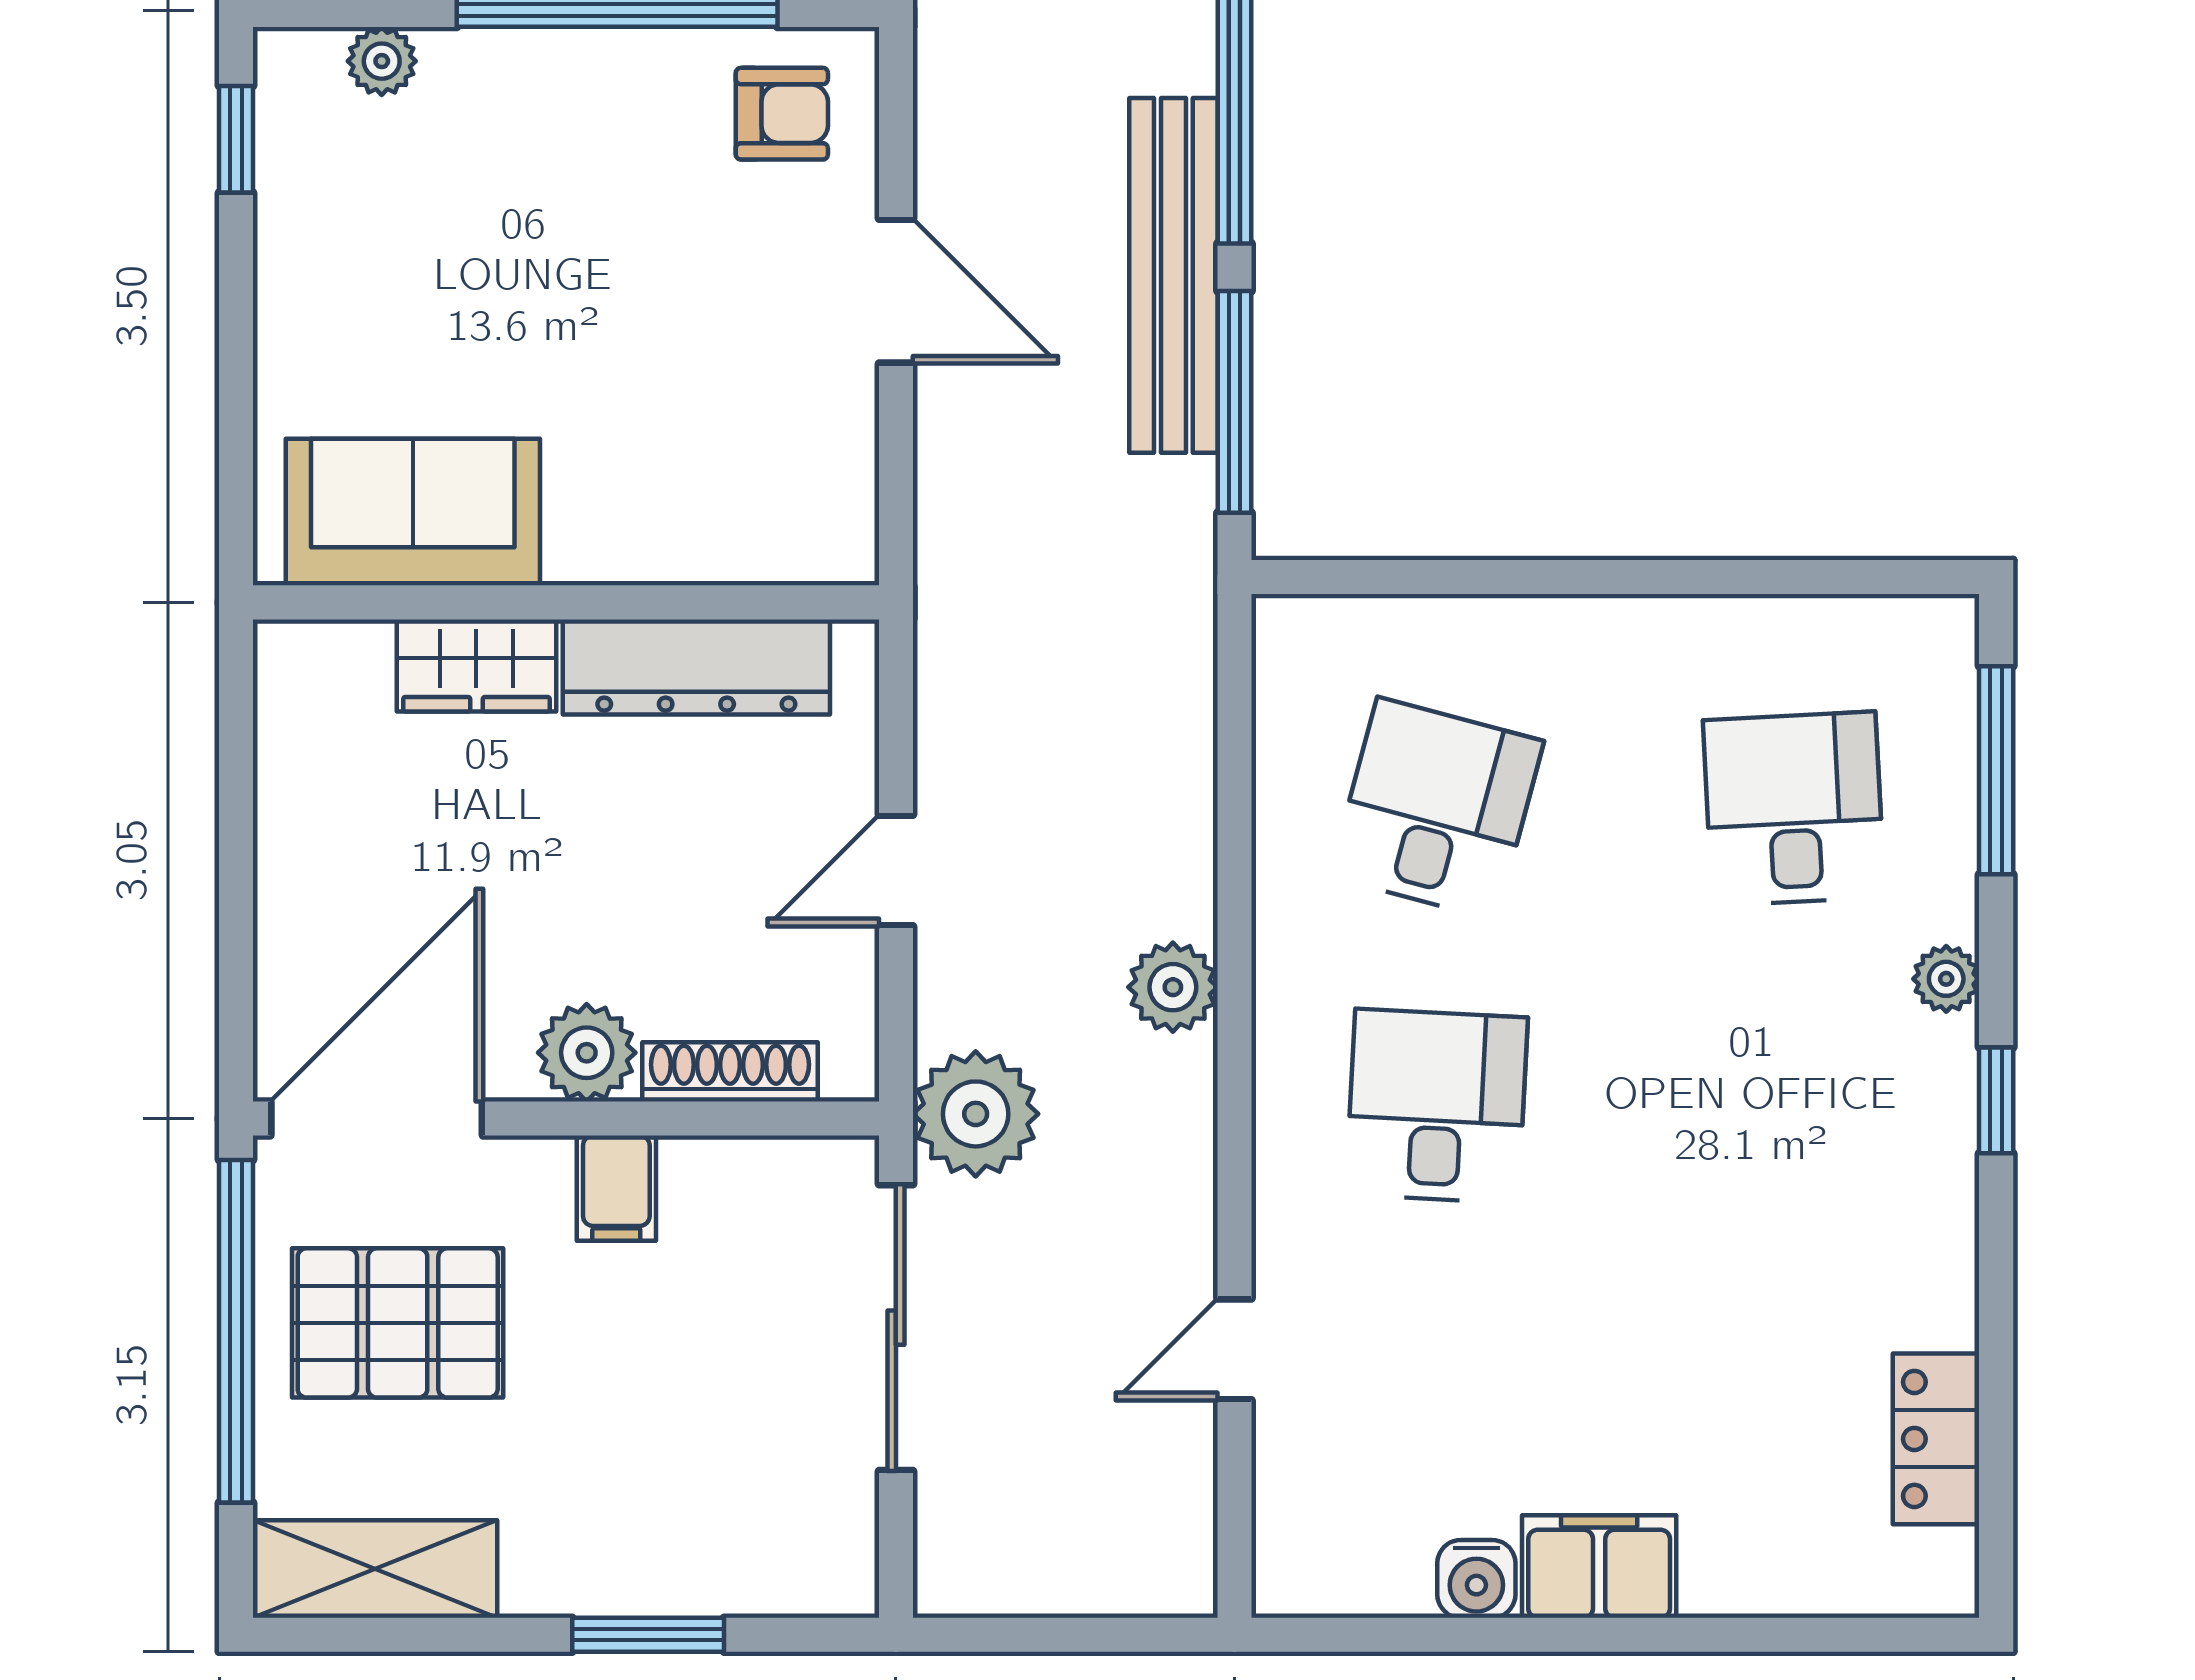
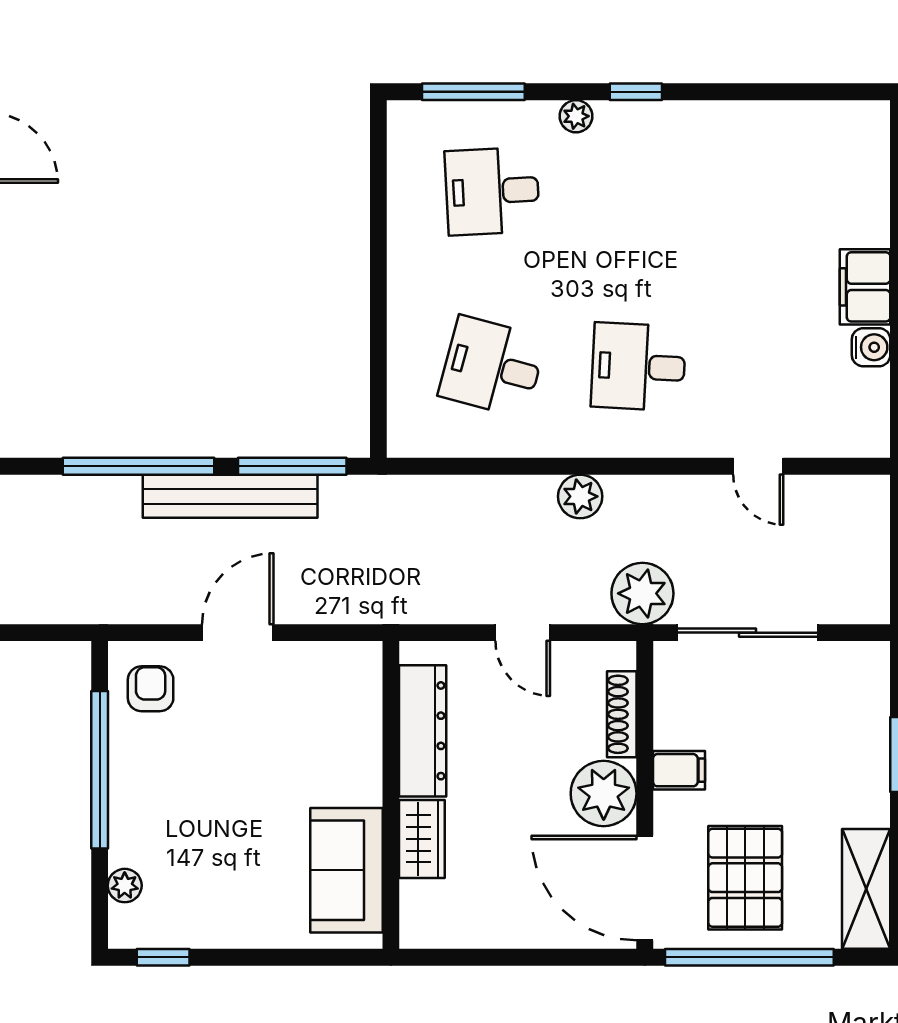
plant: (587, 1053) -> (604, 794), width x1.36, depth x1.36
locker: (1936, 1439) -> (802, 121), removed

